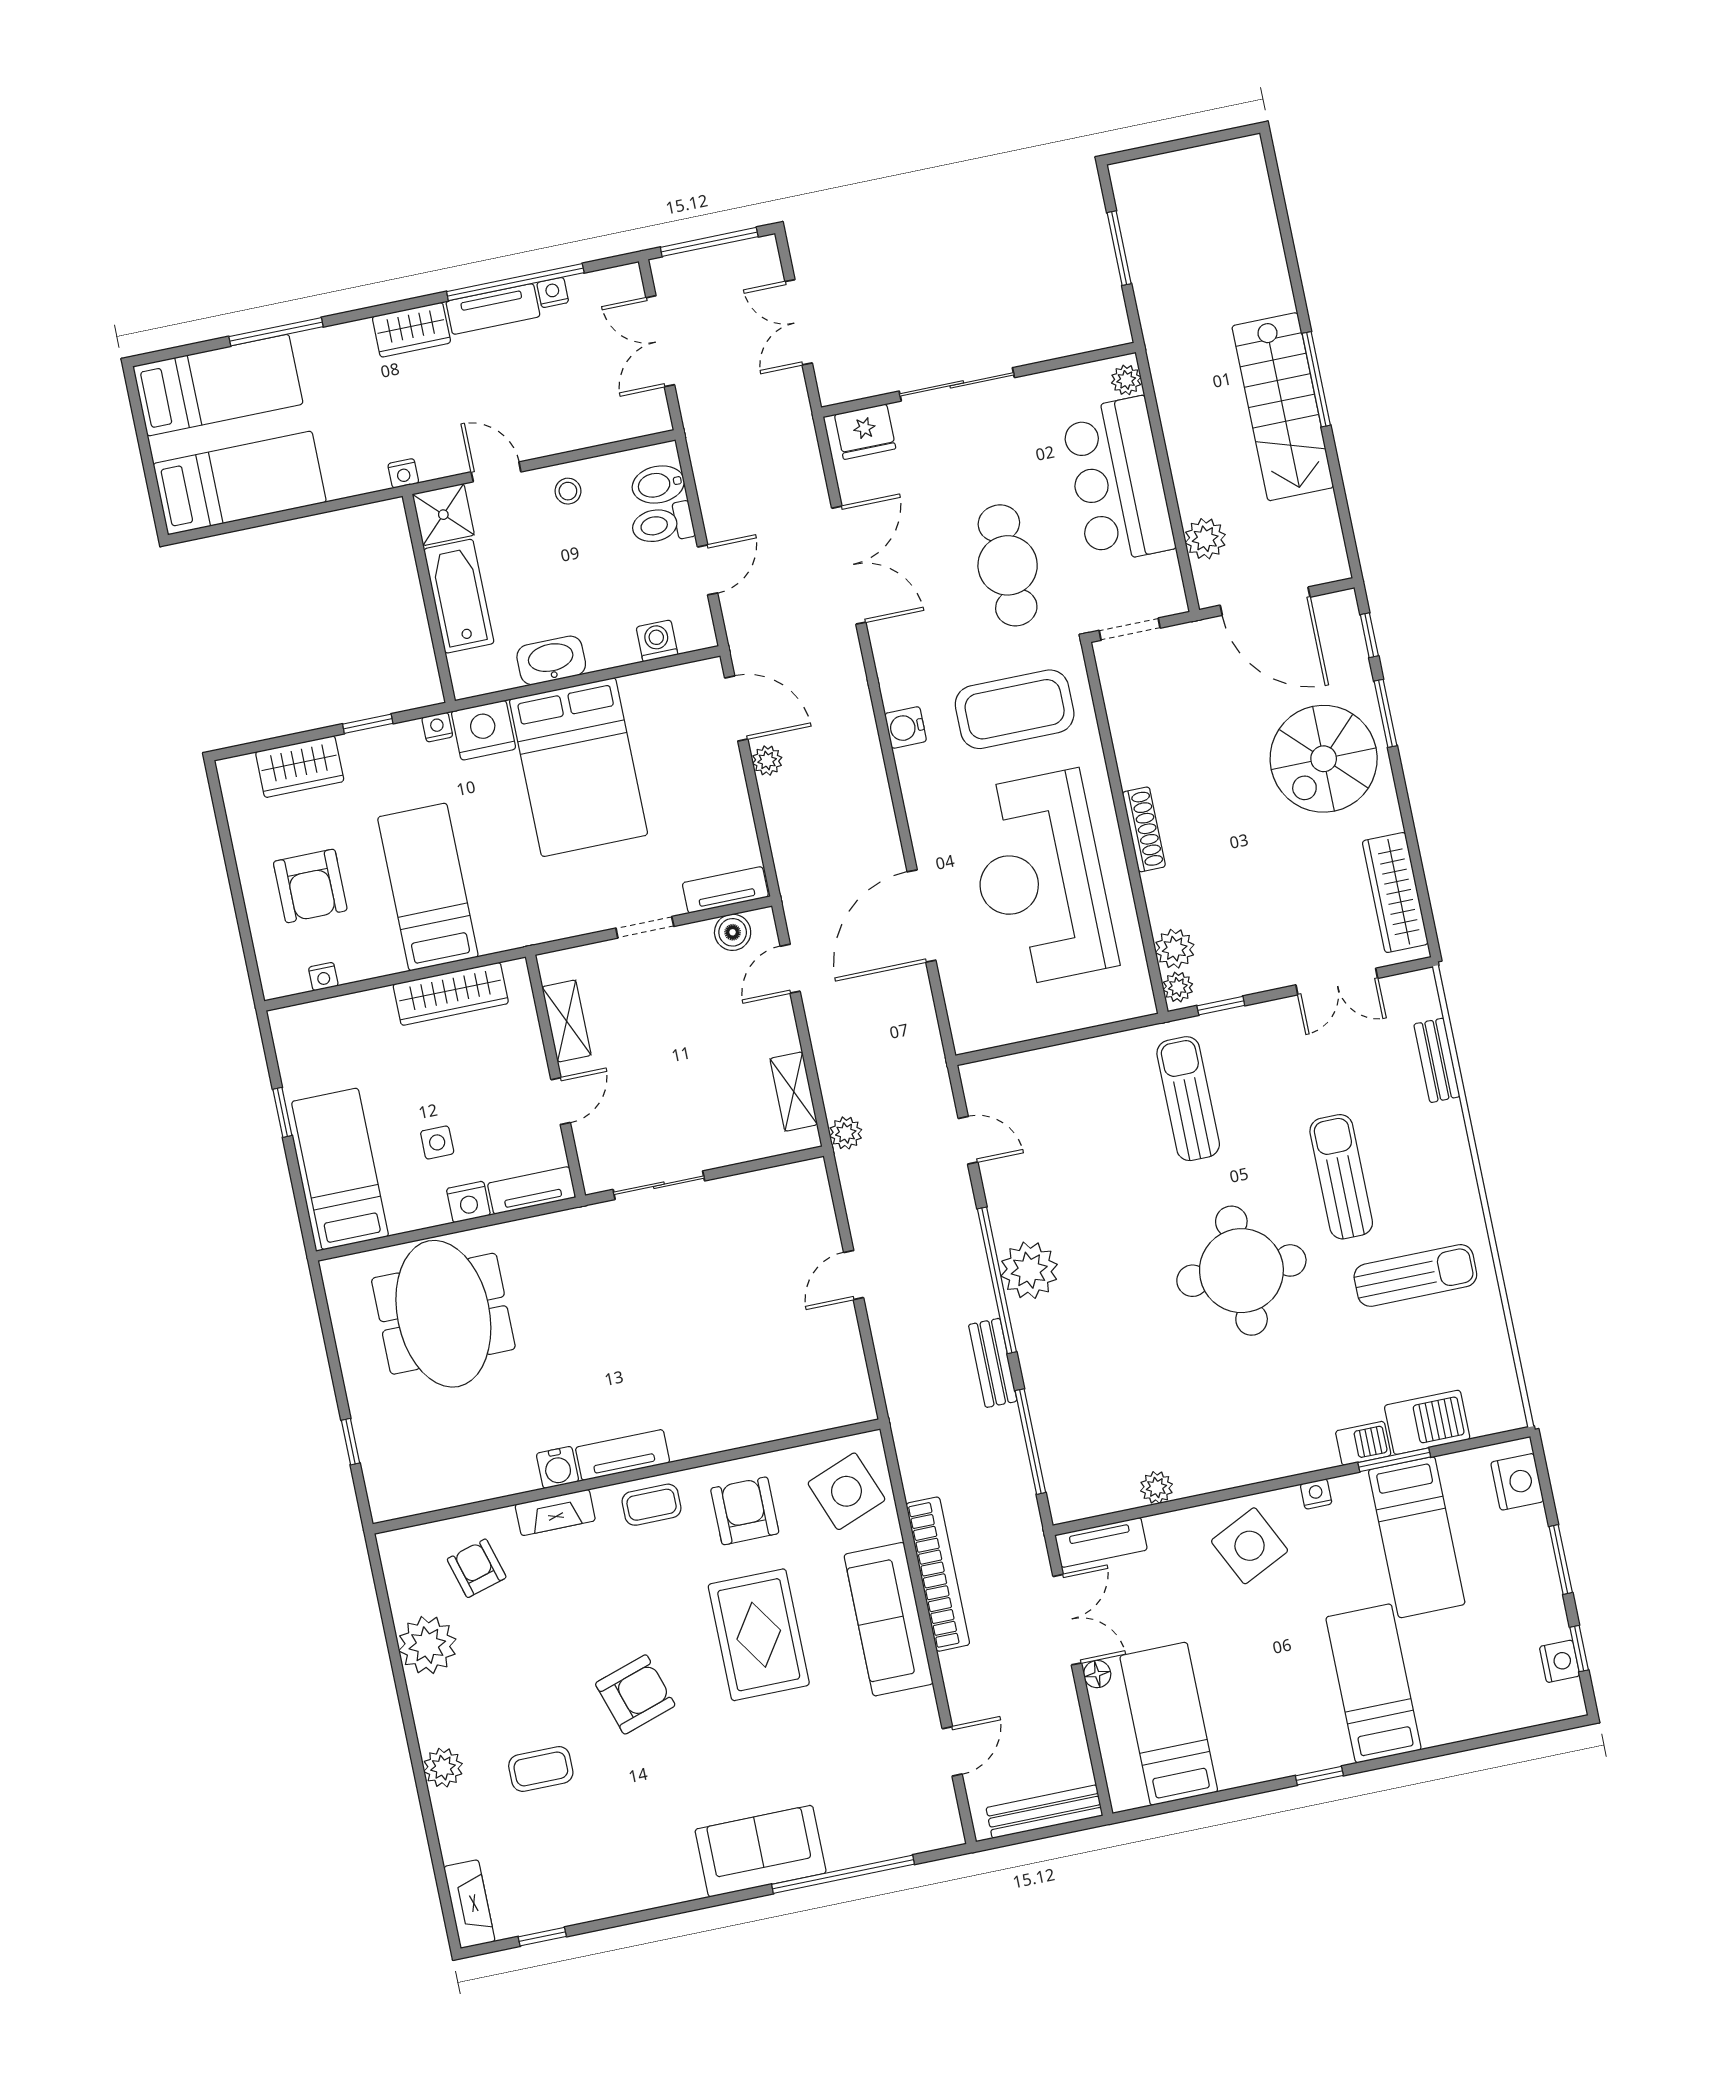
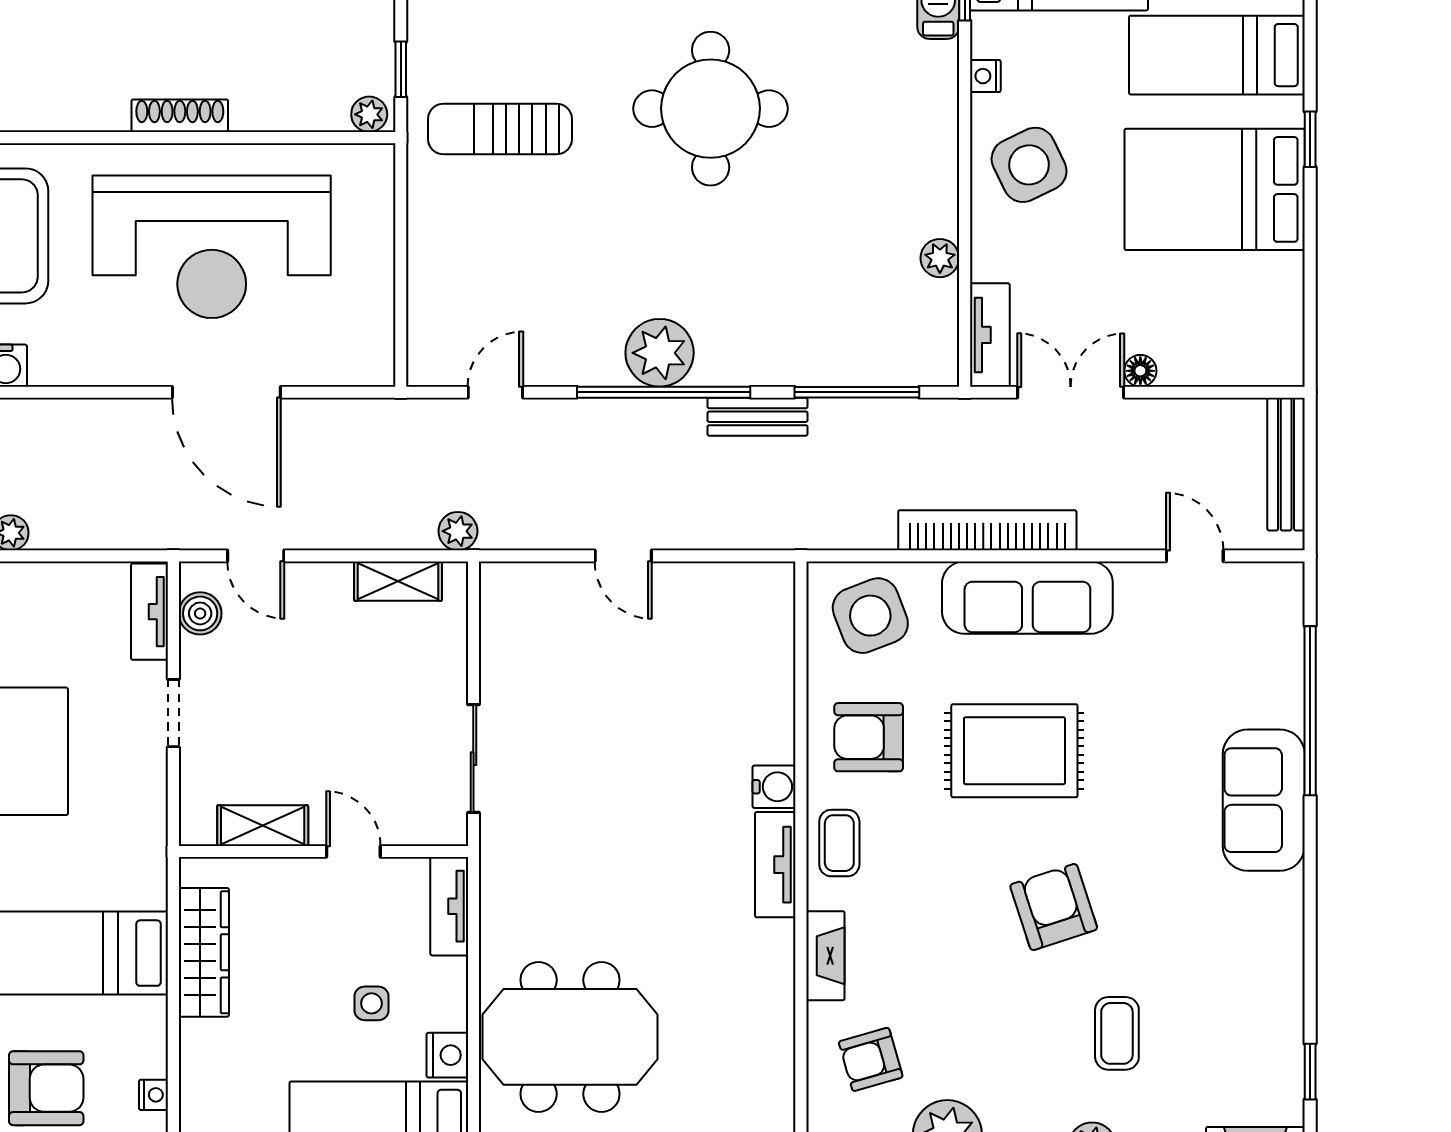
plant: (1175, 949) -> (324, 109), removed
nightstand: (468, 1202) -> (447, 1055), moved
water cooler: (557, 1467) -> (774, 787), moved
bed: (1169, 1724) -> (1215, 189), moved, width x1.50

